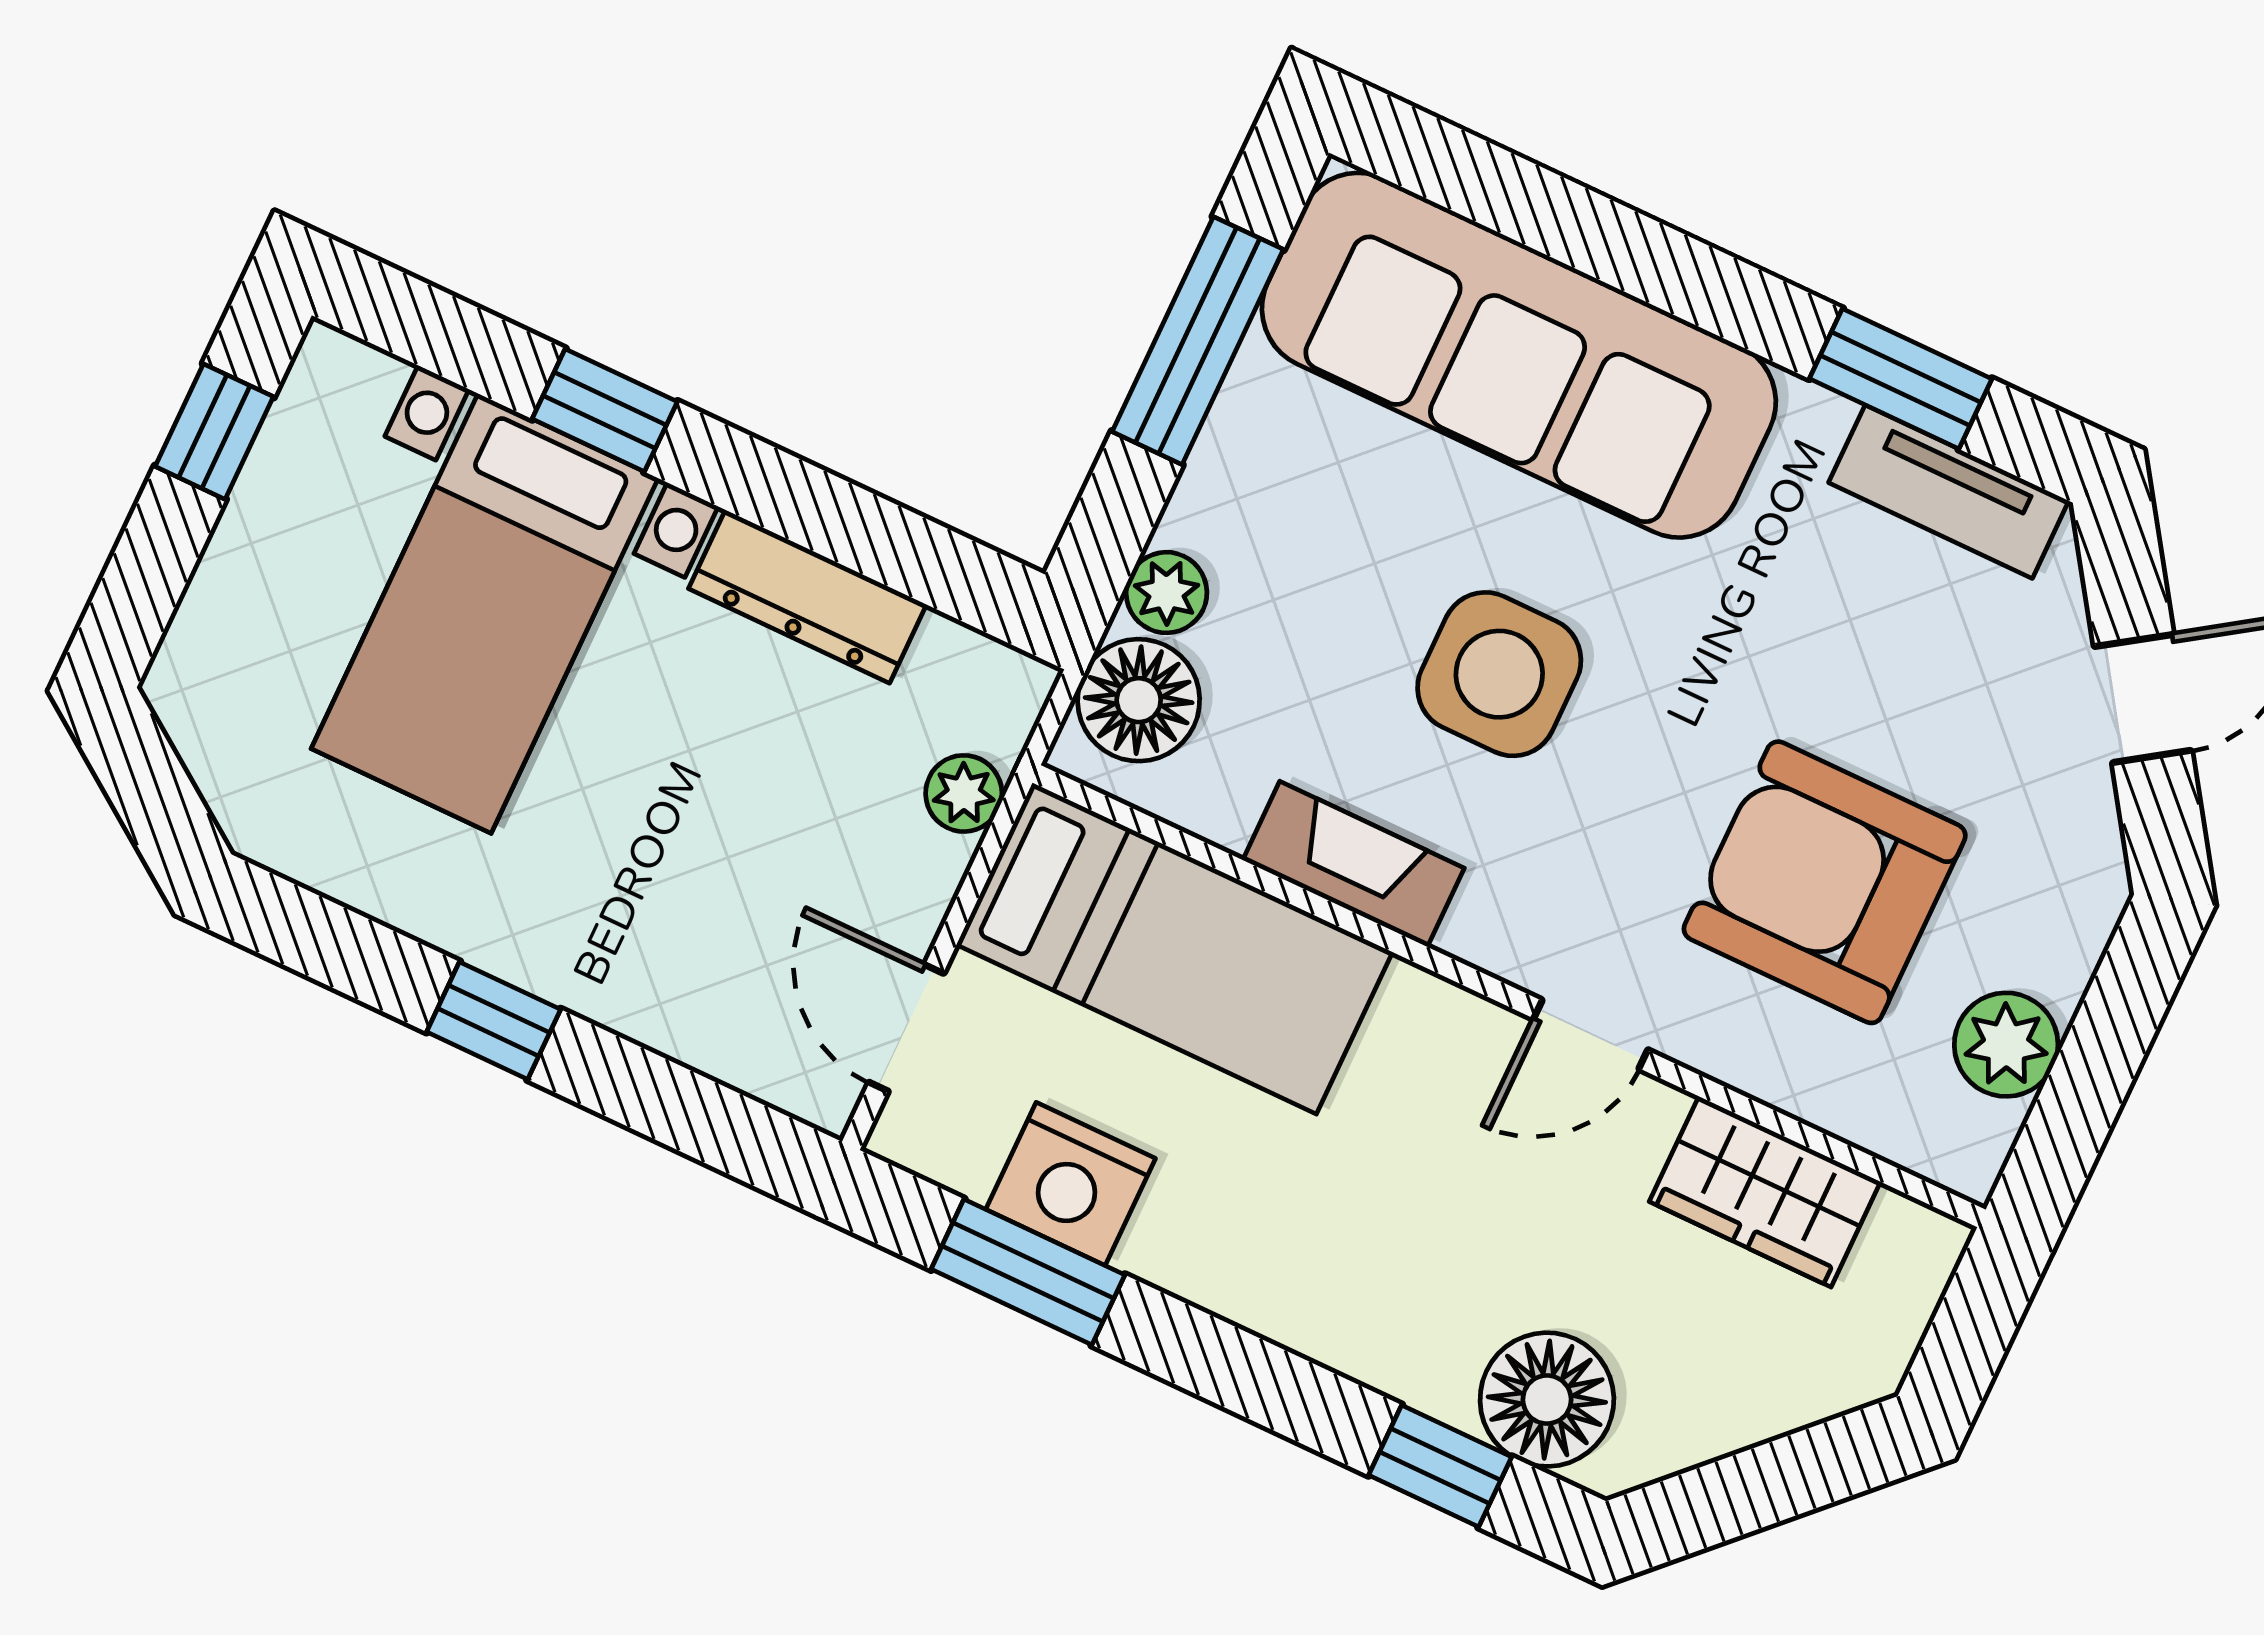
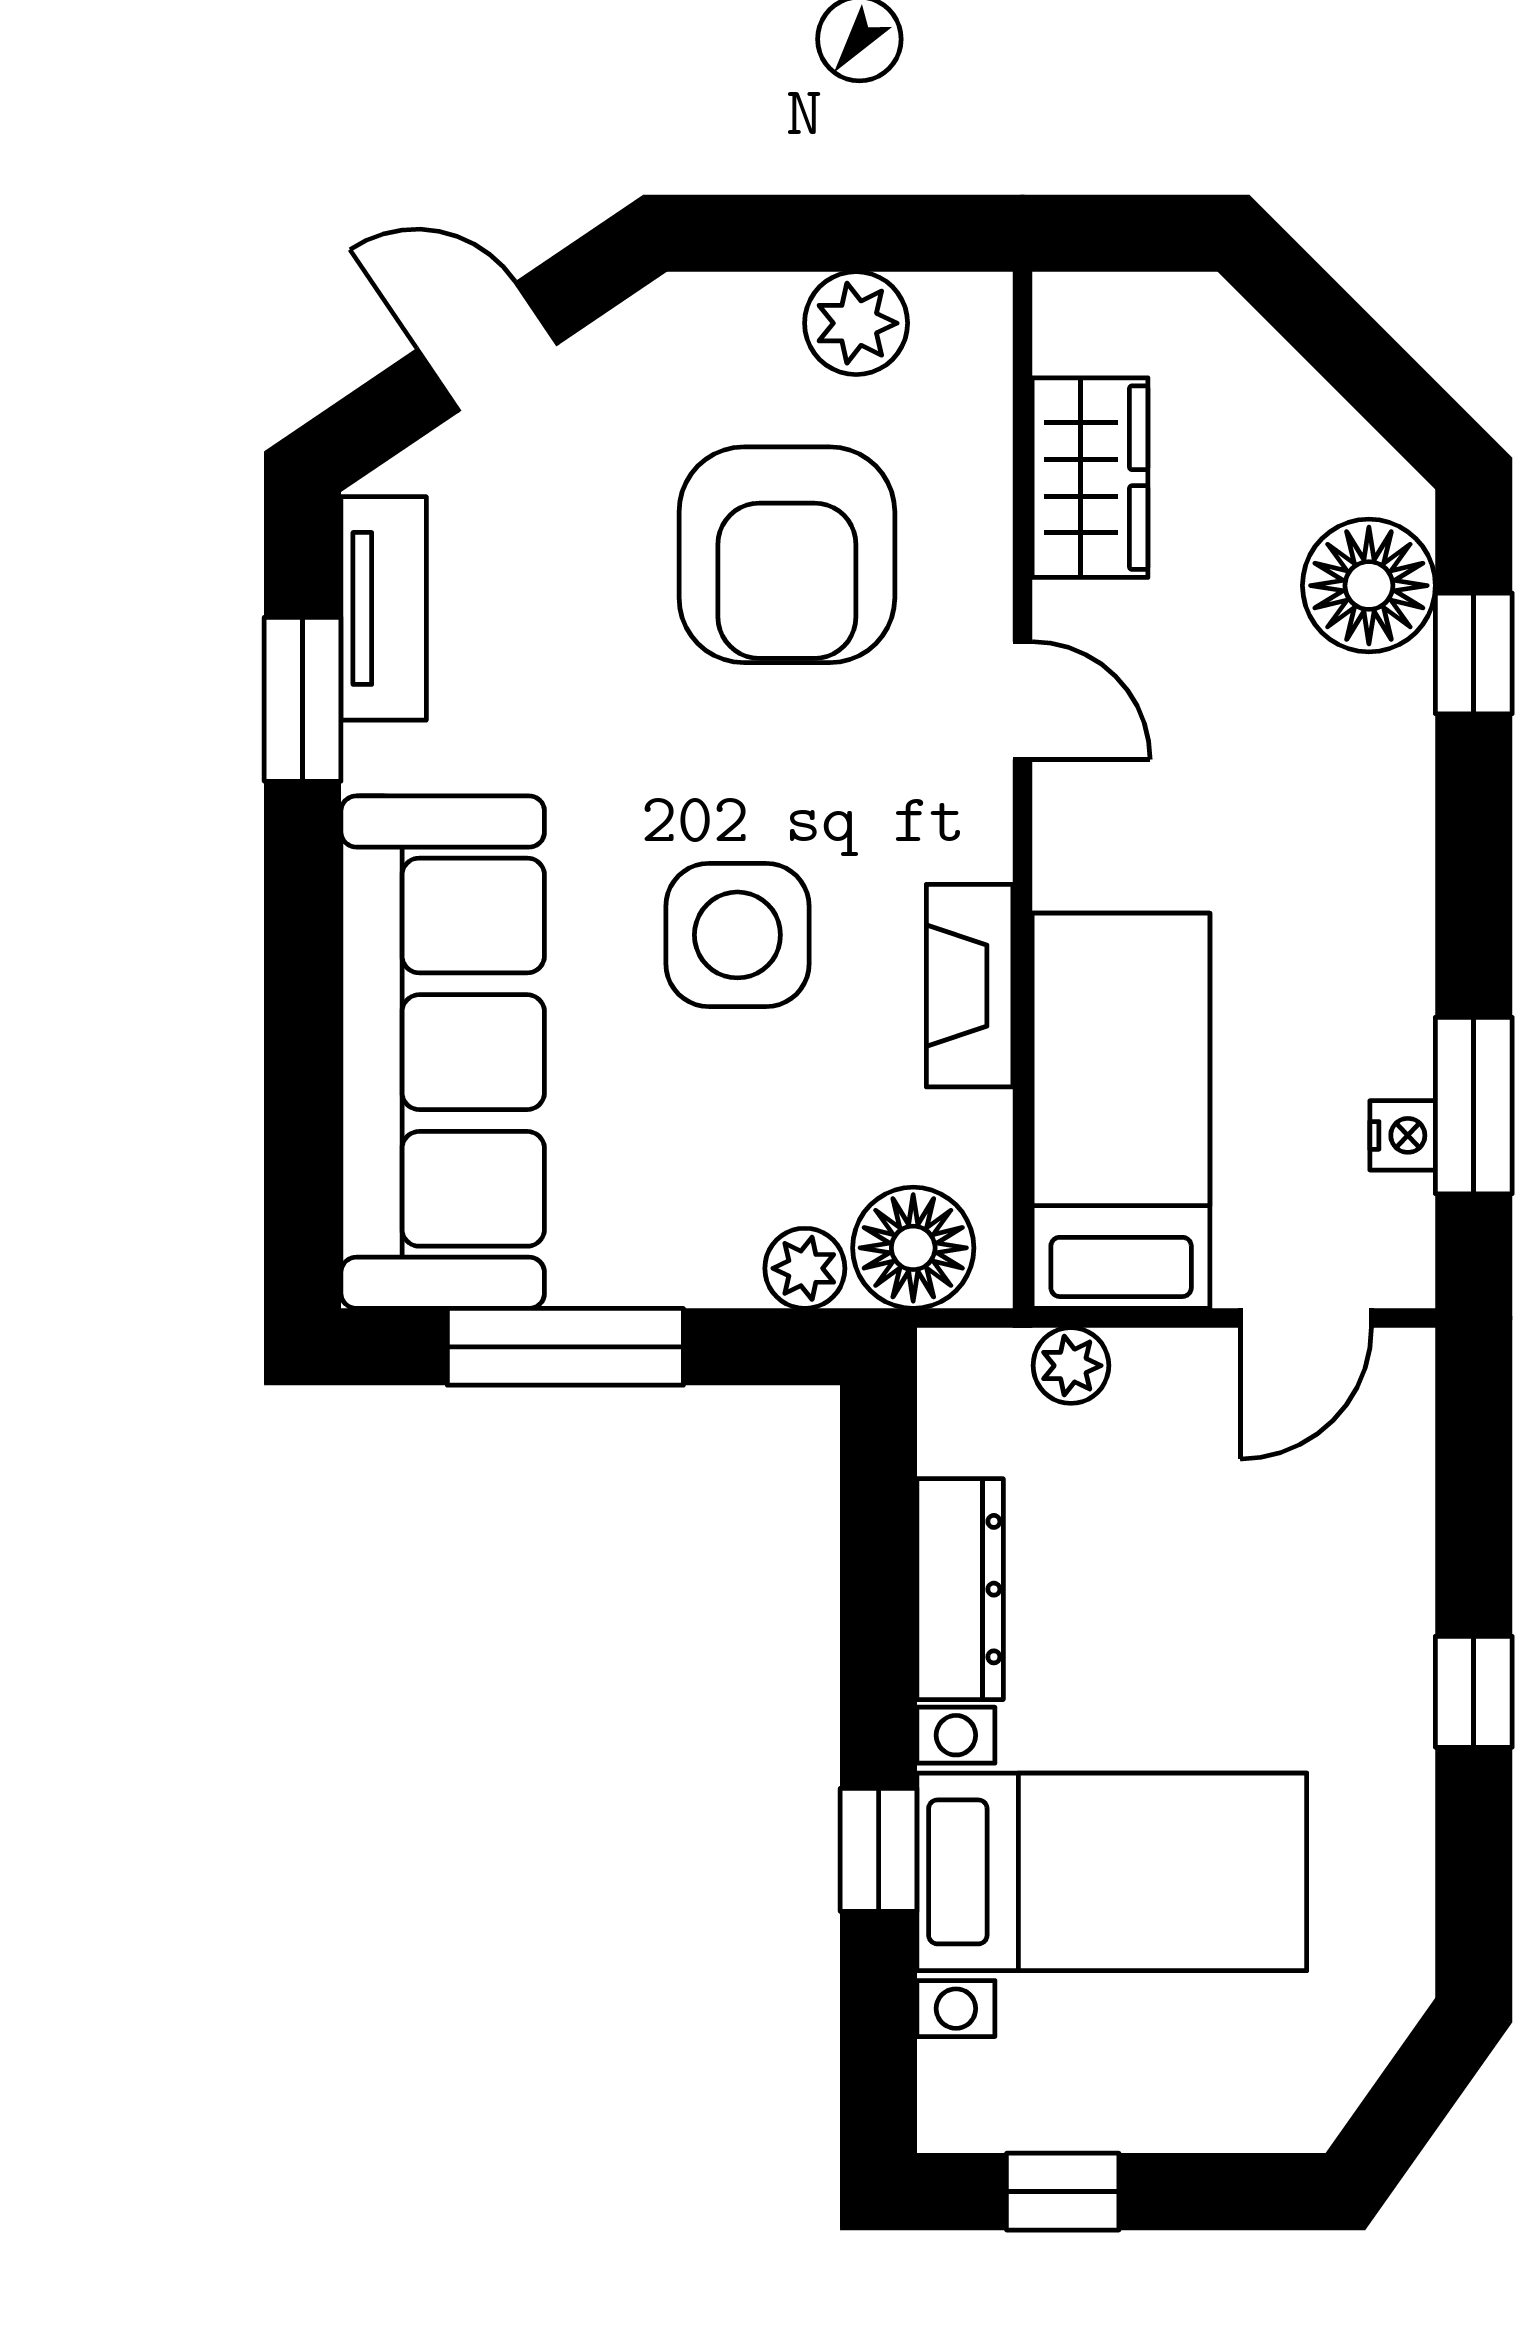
nightstand: (1071, 1184) -> (1403, 1135), width x0.53, depth x0.56

